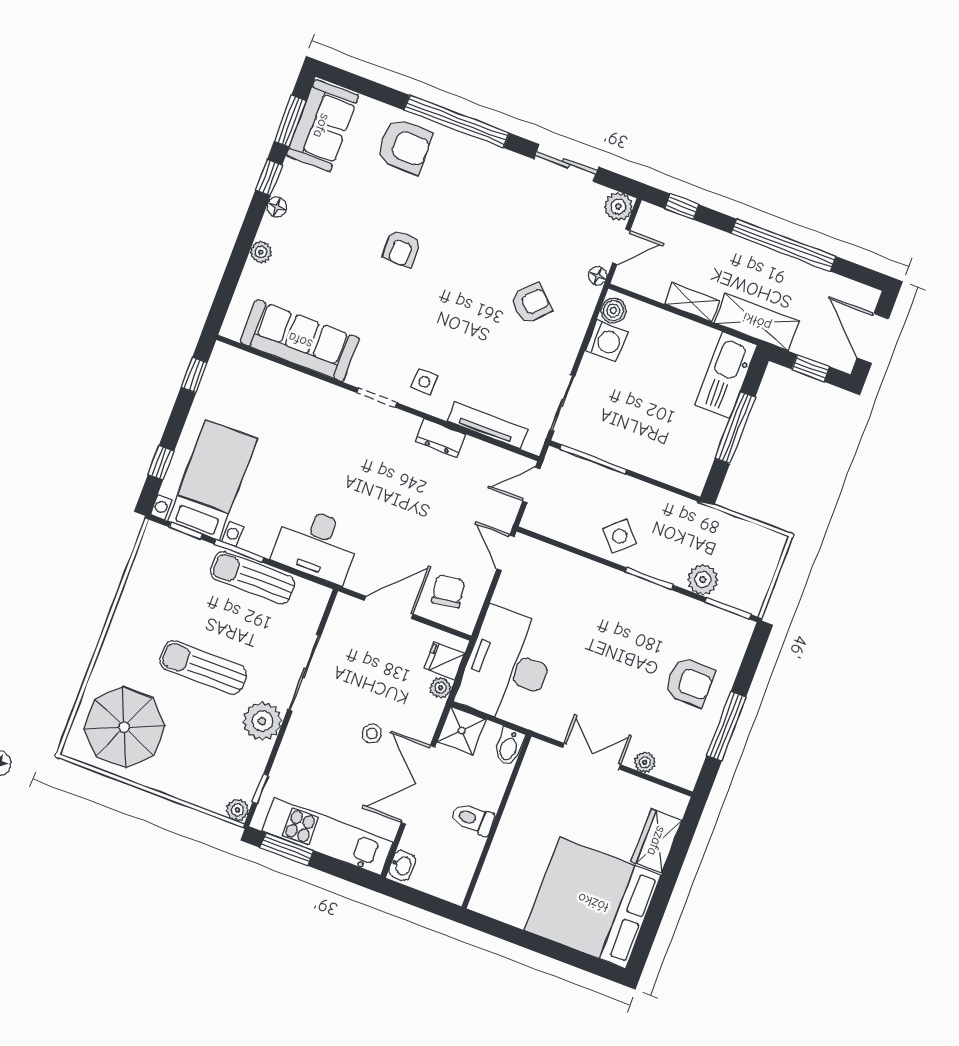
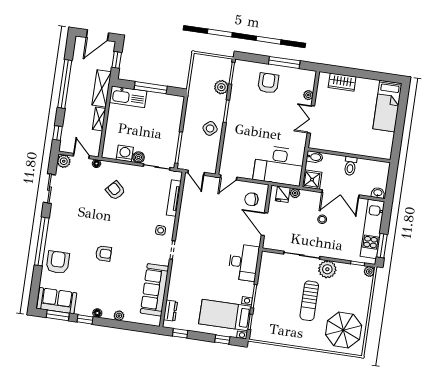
boiler: (613, 311) -> (139, 157), moved
dresser: (440, 438) -> (170, 311), moved
sun lounger: (253, 578) -> (265, 288), removed
bed: (593, 903) -> (387, 106), width x0.49

